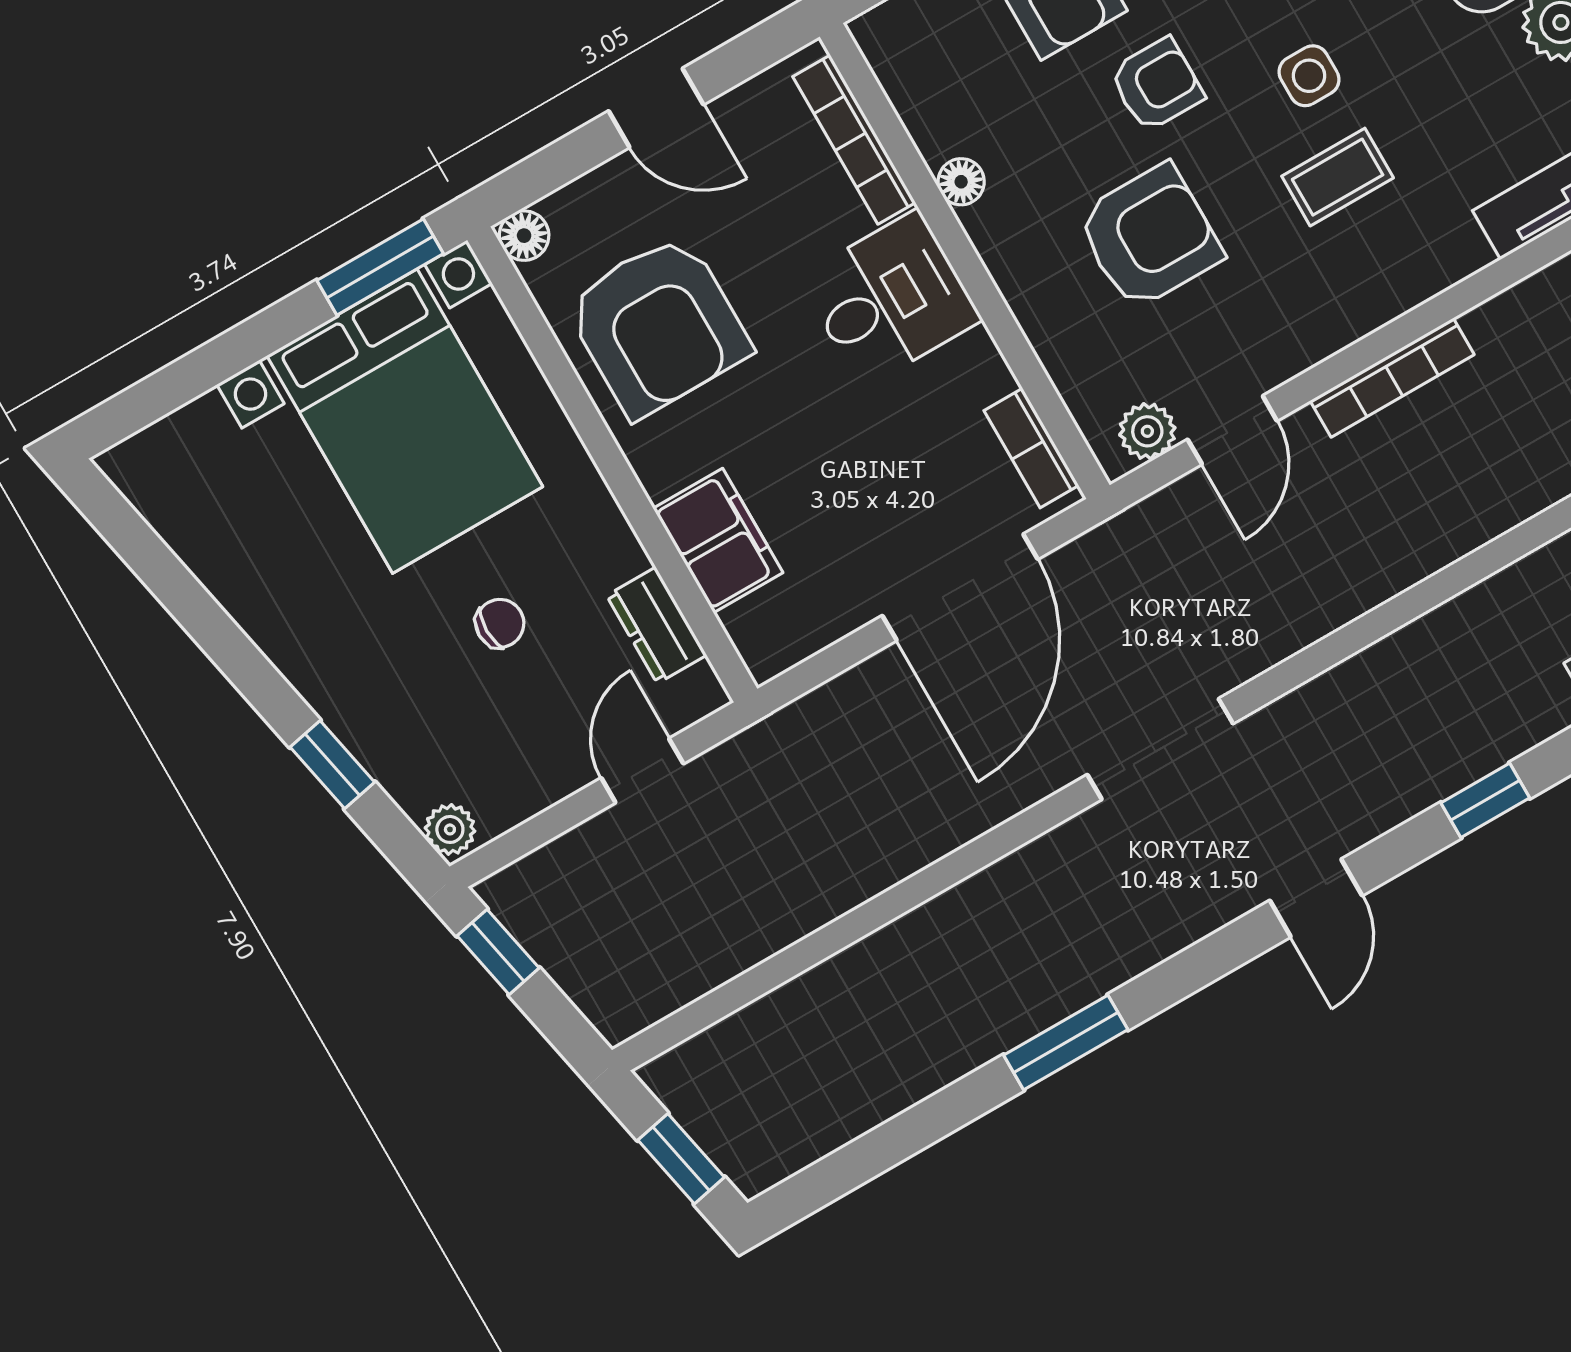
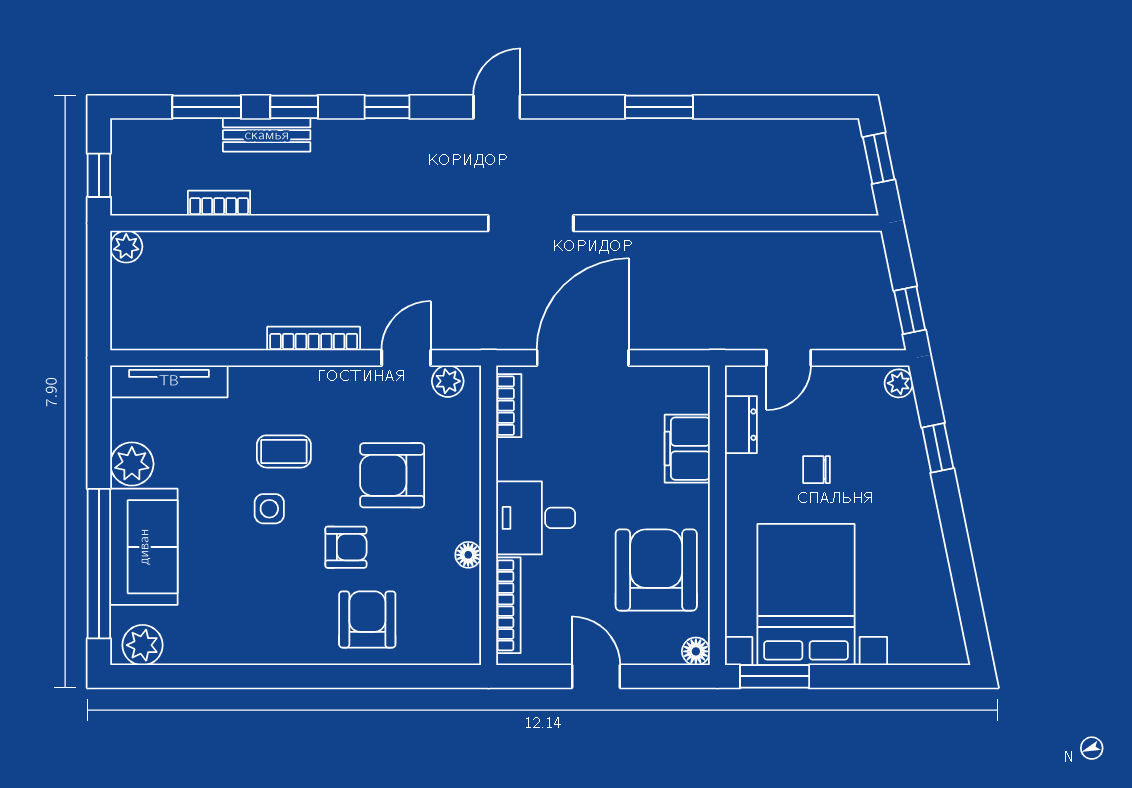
armchair: (1157, 85) -> (346, 547), turned 180

